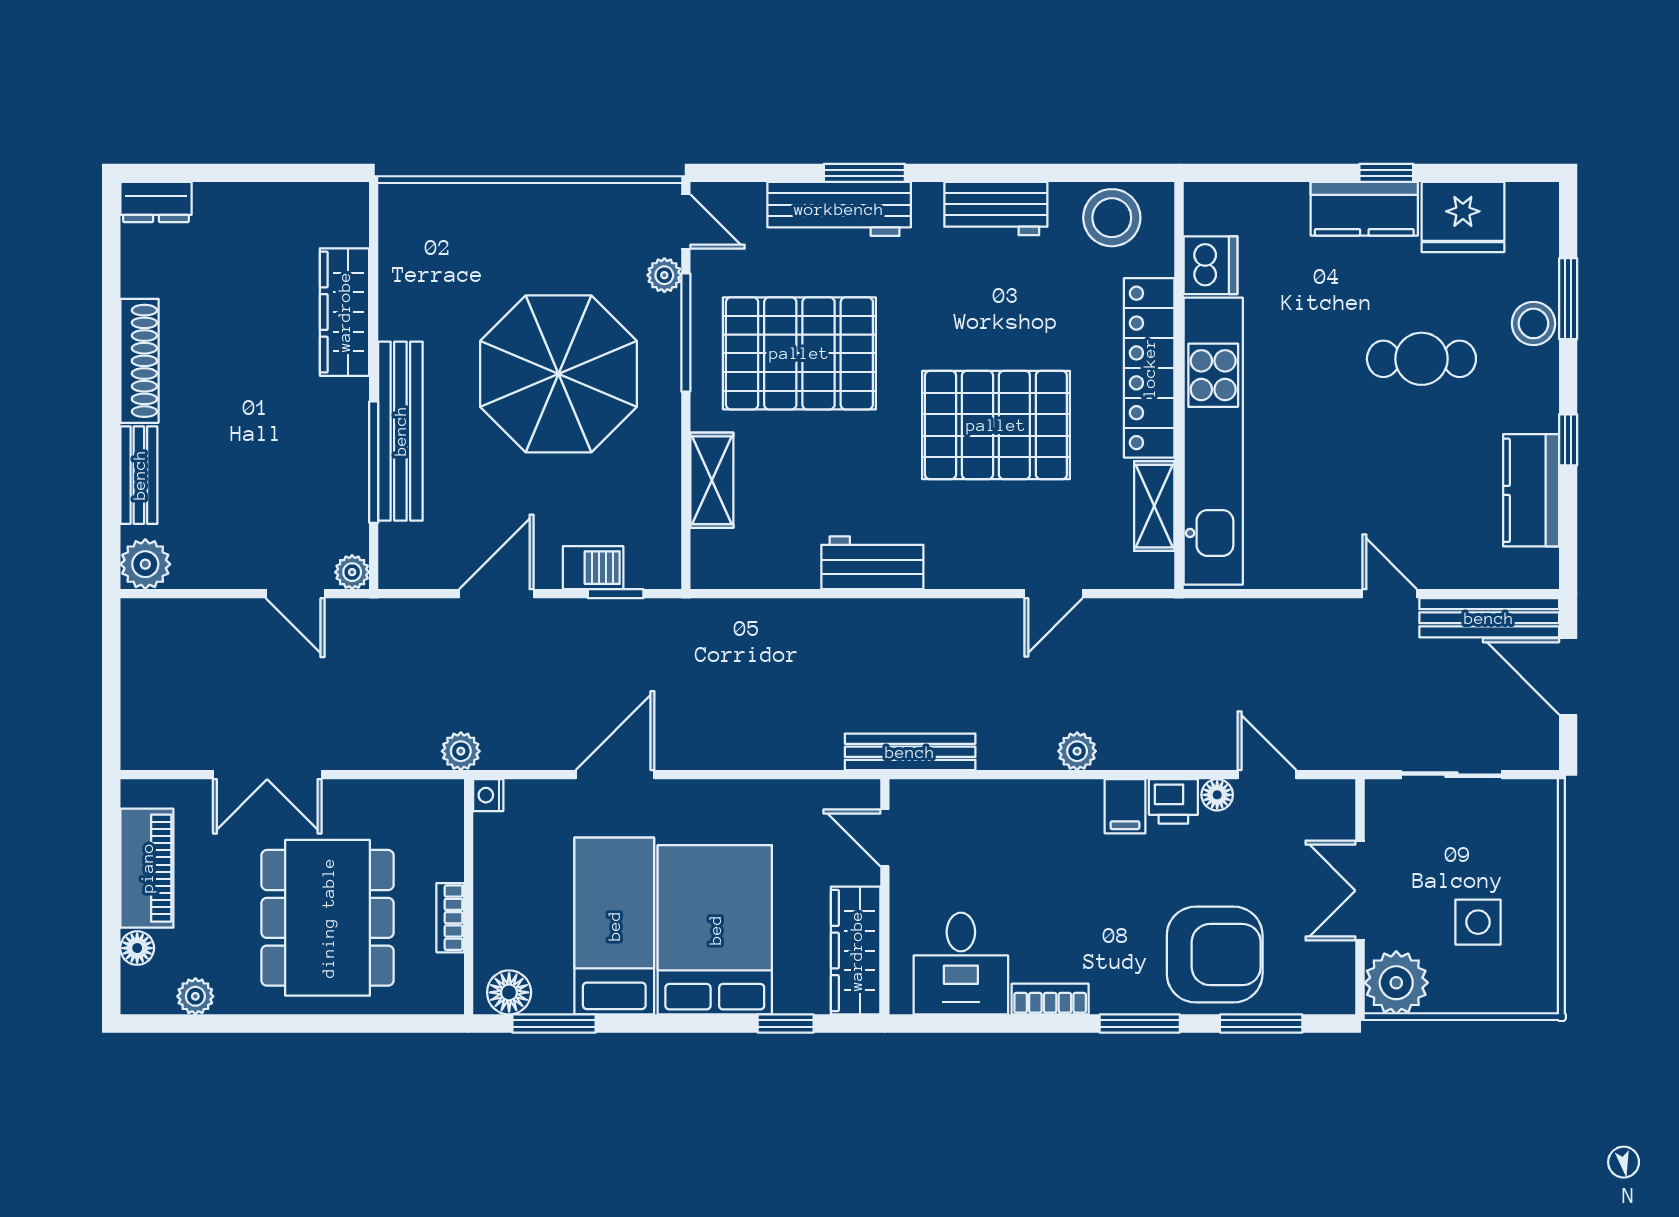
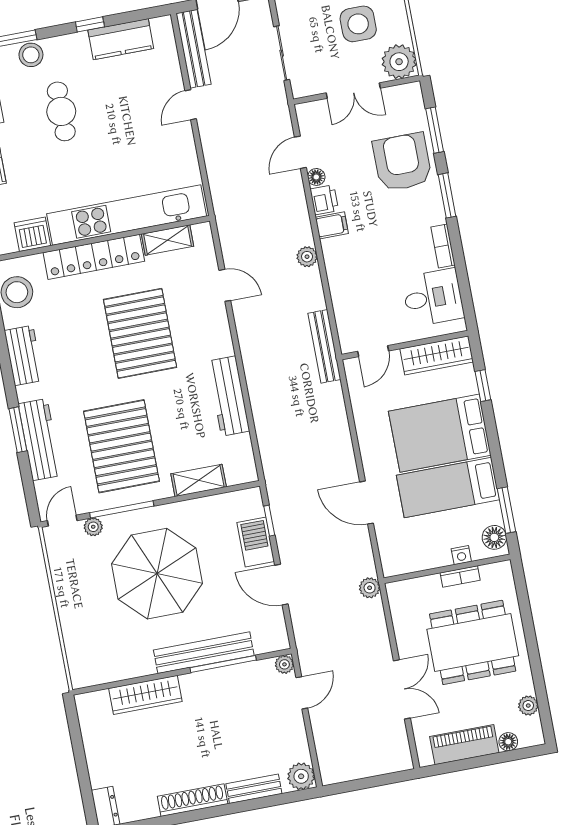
workbench: (872, 563) -> (229, 396), width x1.38
barbecue: (593, 568) -> (256, 542), width x1.38, depth x1.27
nightstand: (488, 795) -> (461, 555), moved
side table: (1478, 922) -> (358, 24), width x1.37, depth x1.37

